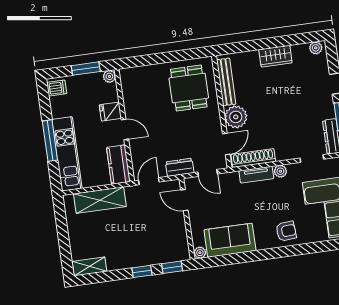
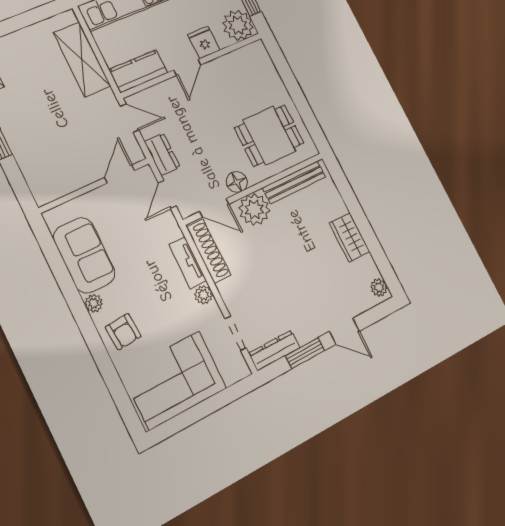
plant: (109, 76) -> (238, 25), width x1.88, depth x1.88
floor lamp: (214, 122) -> (237, 182), added
plant: (200, 253) -> (94, 303), moved
window: (172, 267) -> (19, 185), removed

